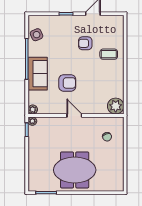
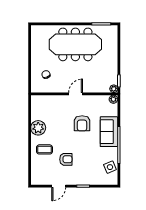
armchair: (67, 83) -> (82, 123), turned -90
plant: (116, 106) -> (38, 128), moved
door: (74, 115) -> (76, 94), swing flipped
meeting table: (75, 170) -> (75, 44), width x1.36

